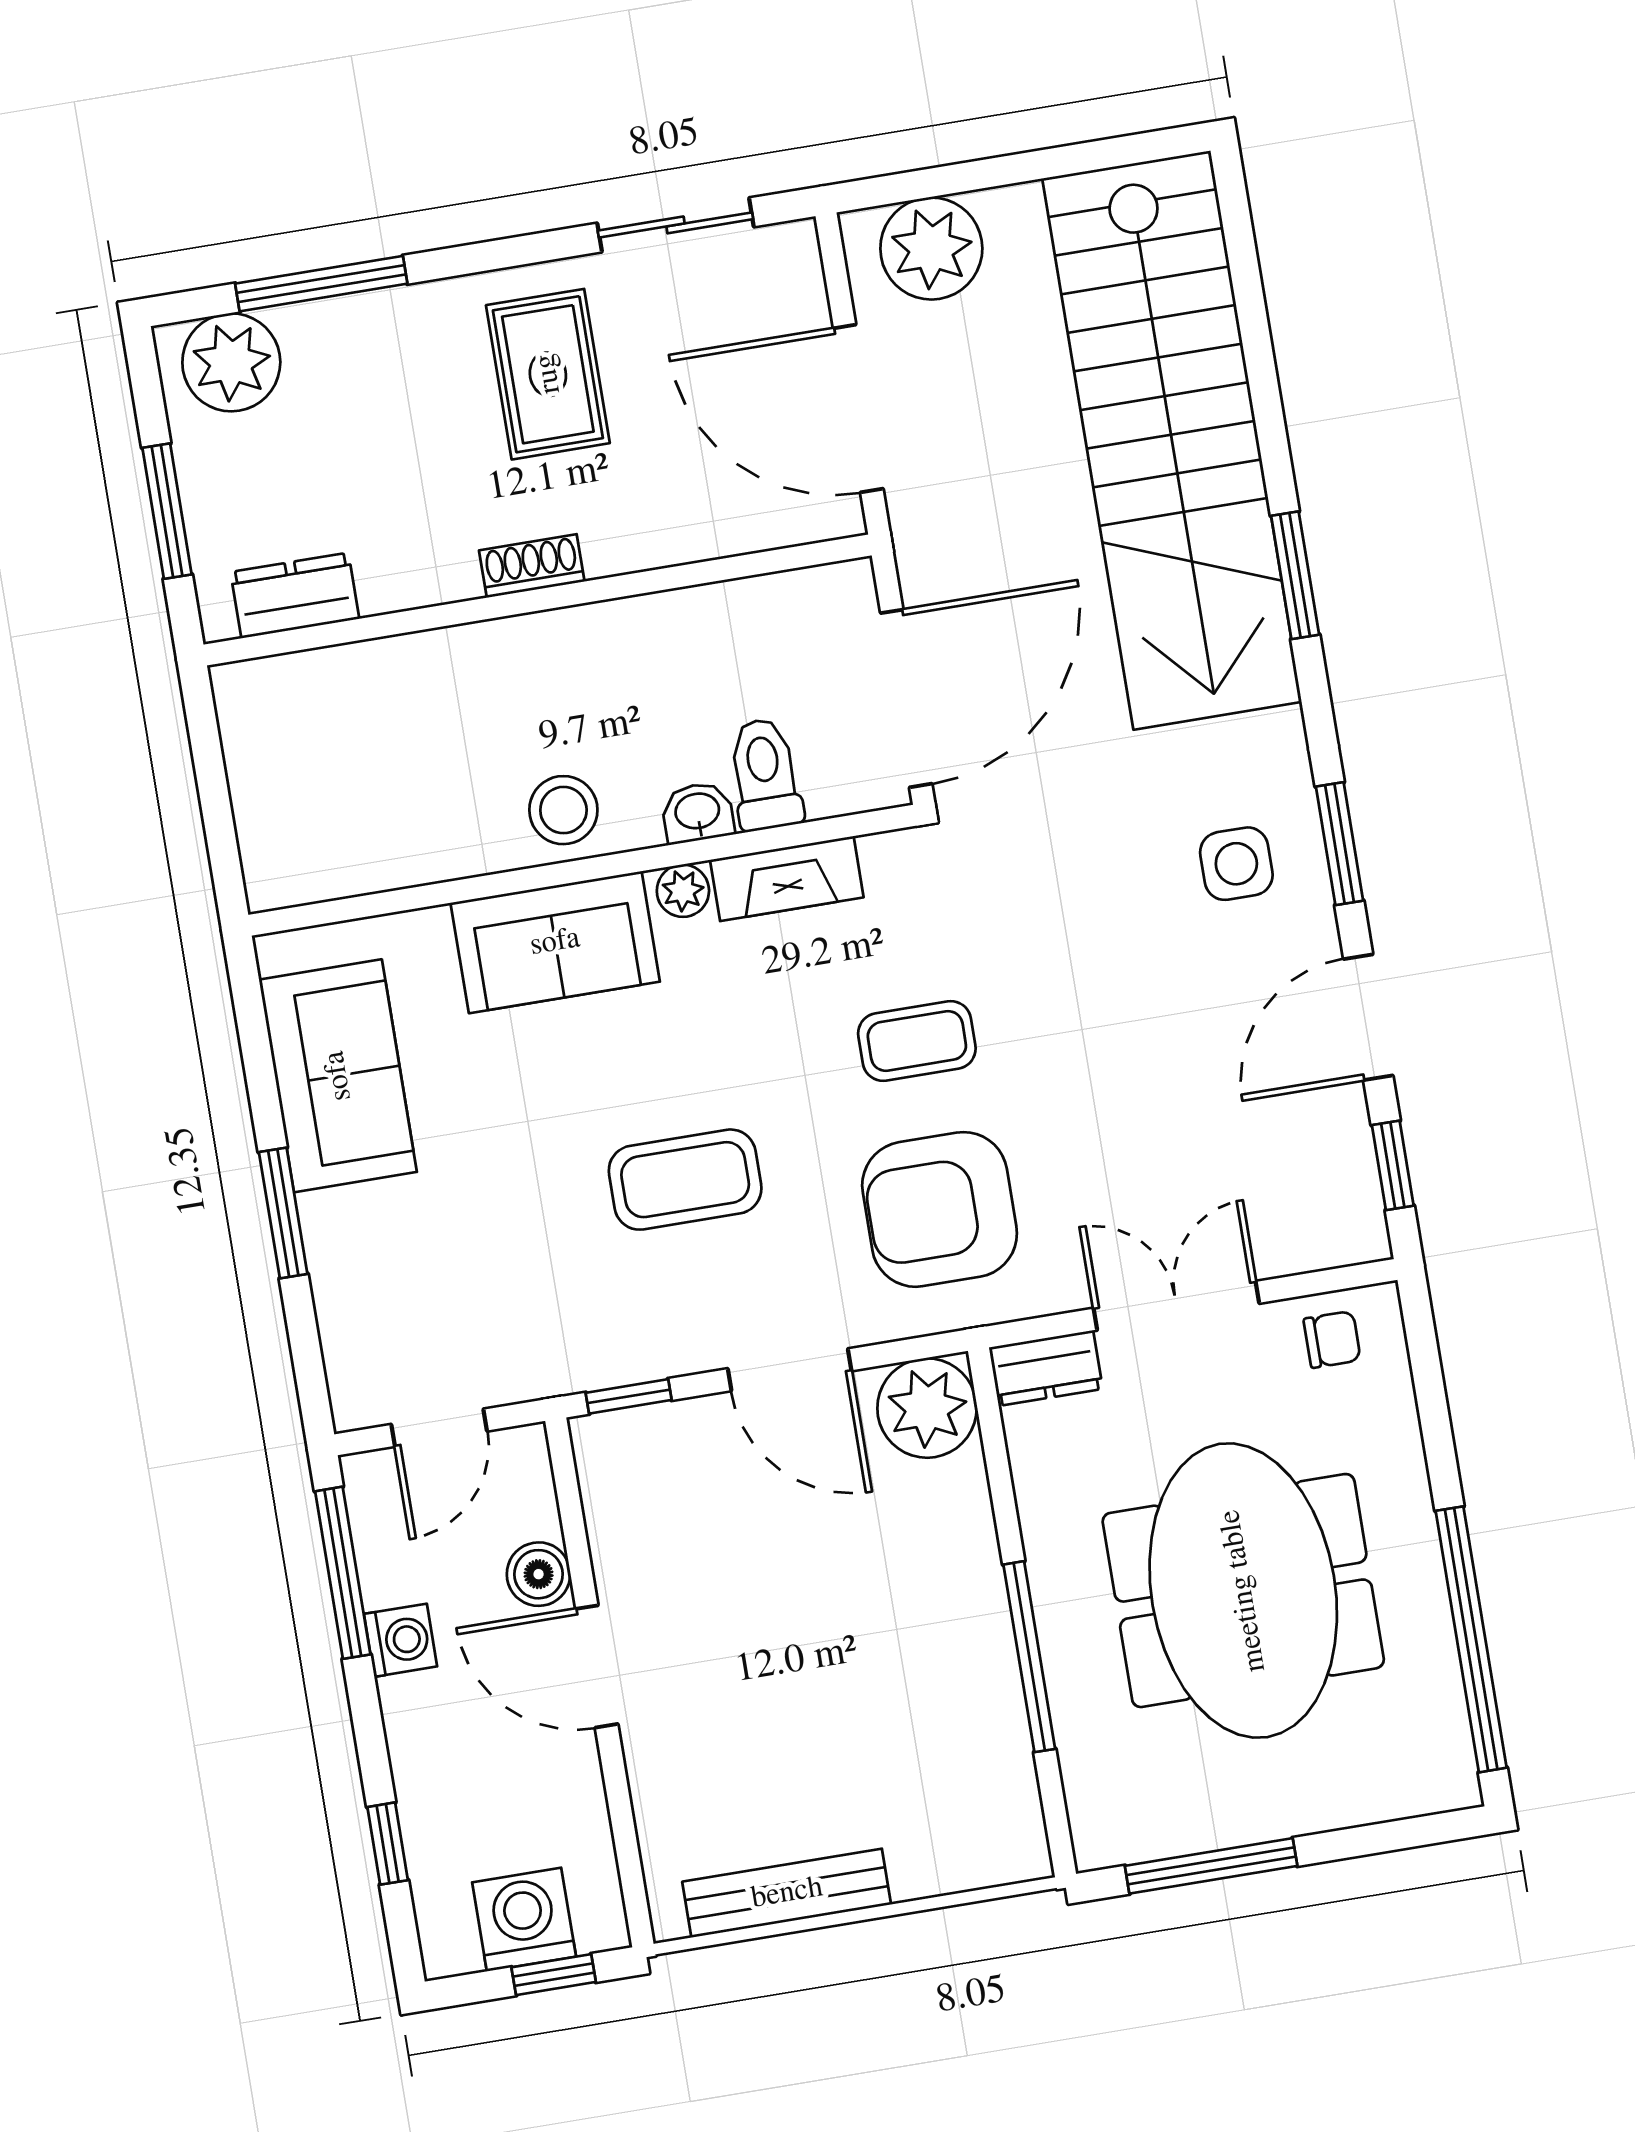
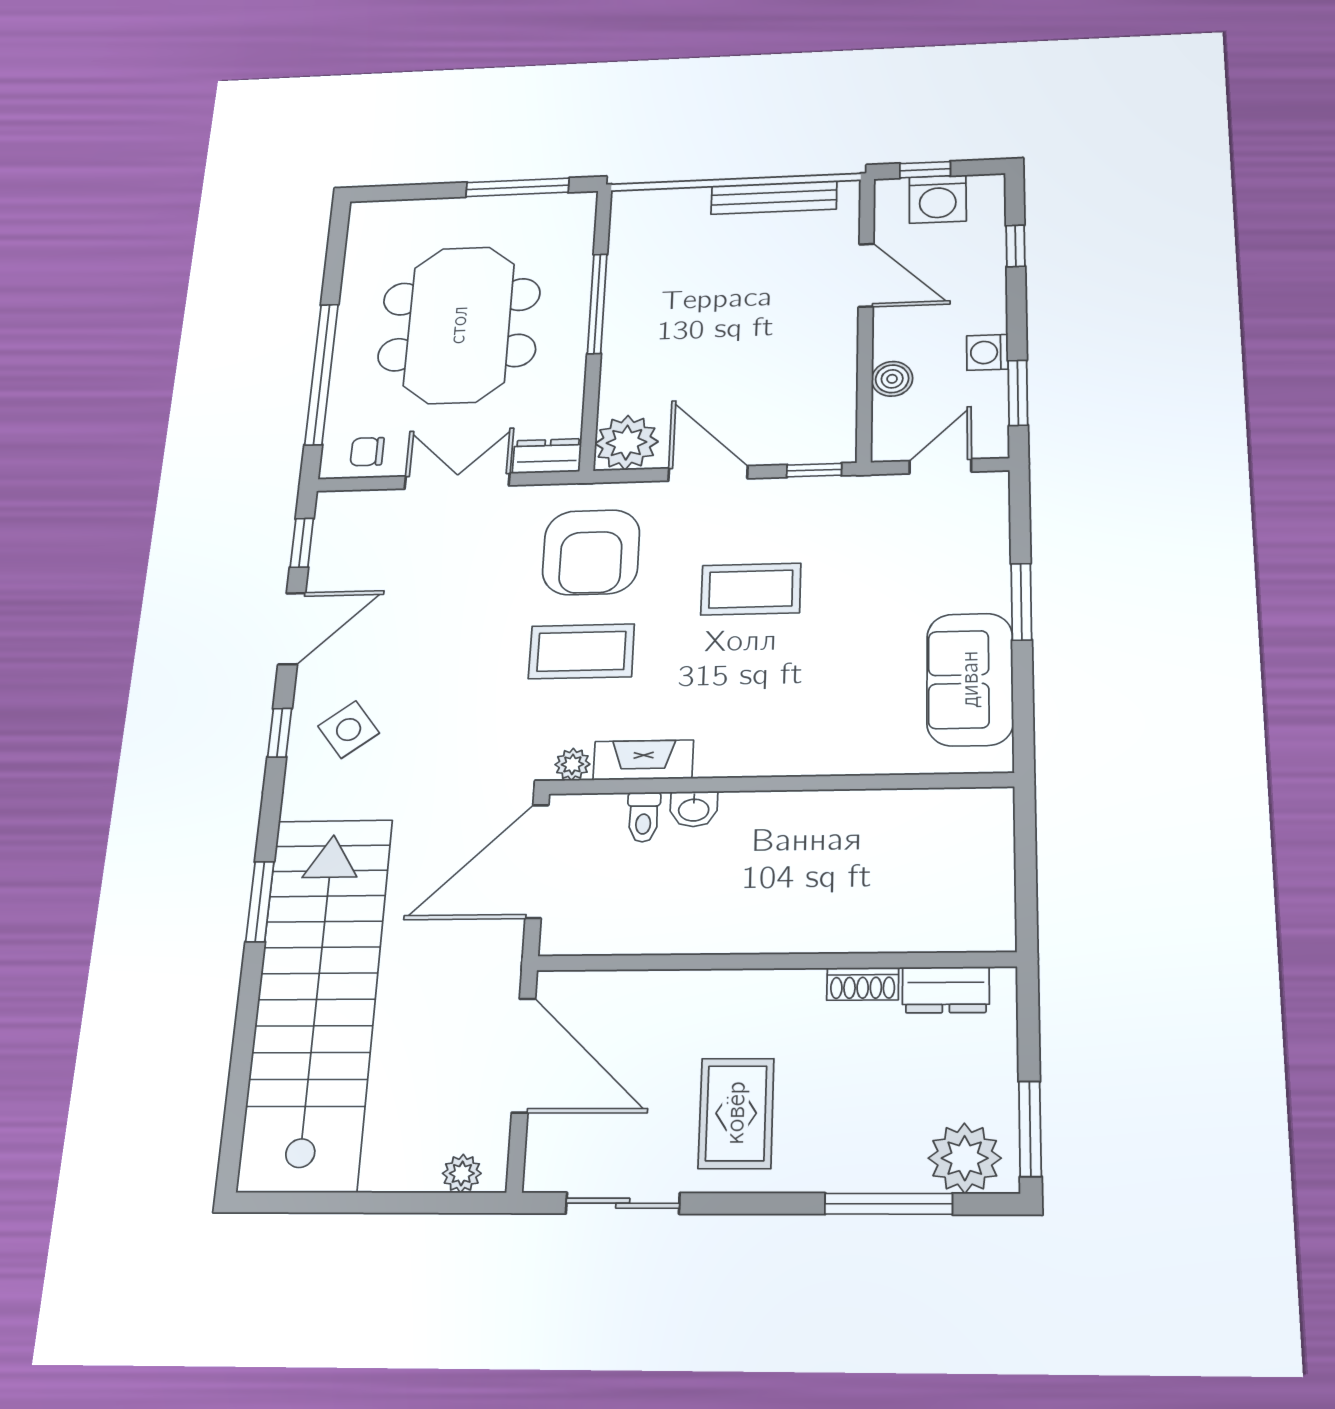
plant: (931, 249) -> (462, 1173), width x0.53, depth x0.53
window: (167, 511) -> (1030, 1129), moved
shoe rack: (532, 566) -> (863, 984), moved
toilet: (765, 774) -> (643, 817), width x0.73, depth x0.72
stool: (563, 810) -> (784, 823), removed
window: (1339, 844) -> (280, 733), width x0.67
side table: (1236, 864) -> (349, 730), turned -37
plant: (683, 891) -> (572, 764), moved
sofa: (555, 942) -> (807, 742), removed
coffee table: (917, 1041) -> (581, 651), width x1.36, depth x1.30
armchair: (940, 1209) -> (591, 552), turned 90
double door: (1176, 1306) -> (457, 481), swing flipped
window: (343, 1573) -> (1018, 393), width x0.69
window: (1471, 1639) -> (322, 374), moved
door: (597, 1666) -> (866, 275), moved

